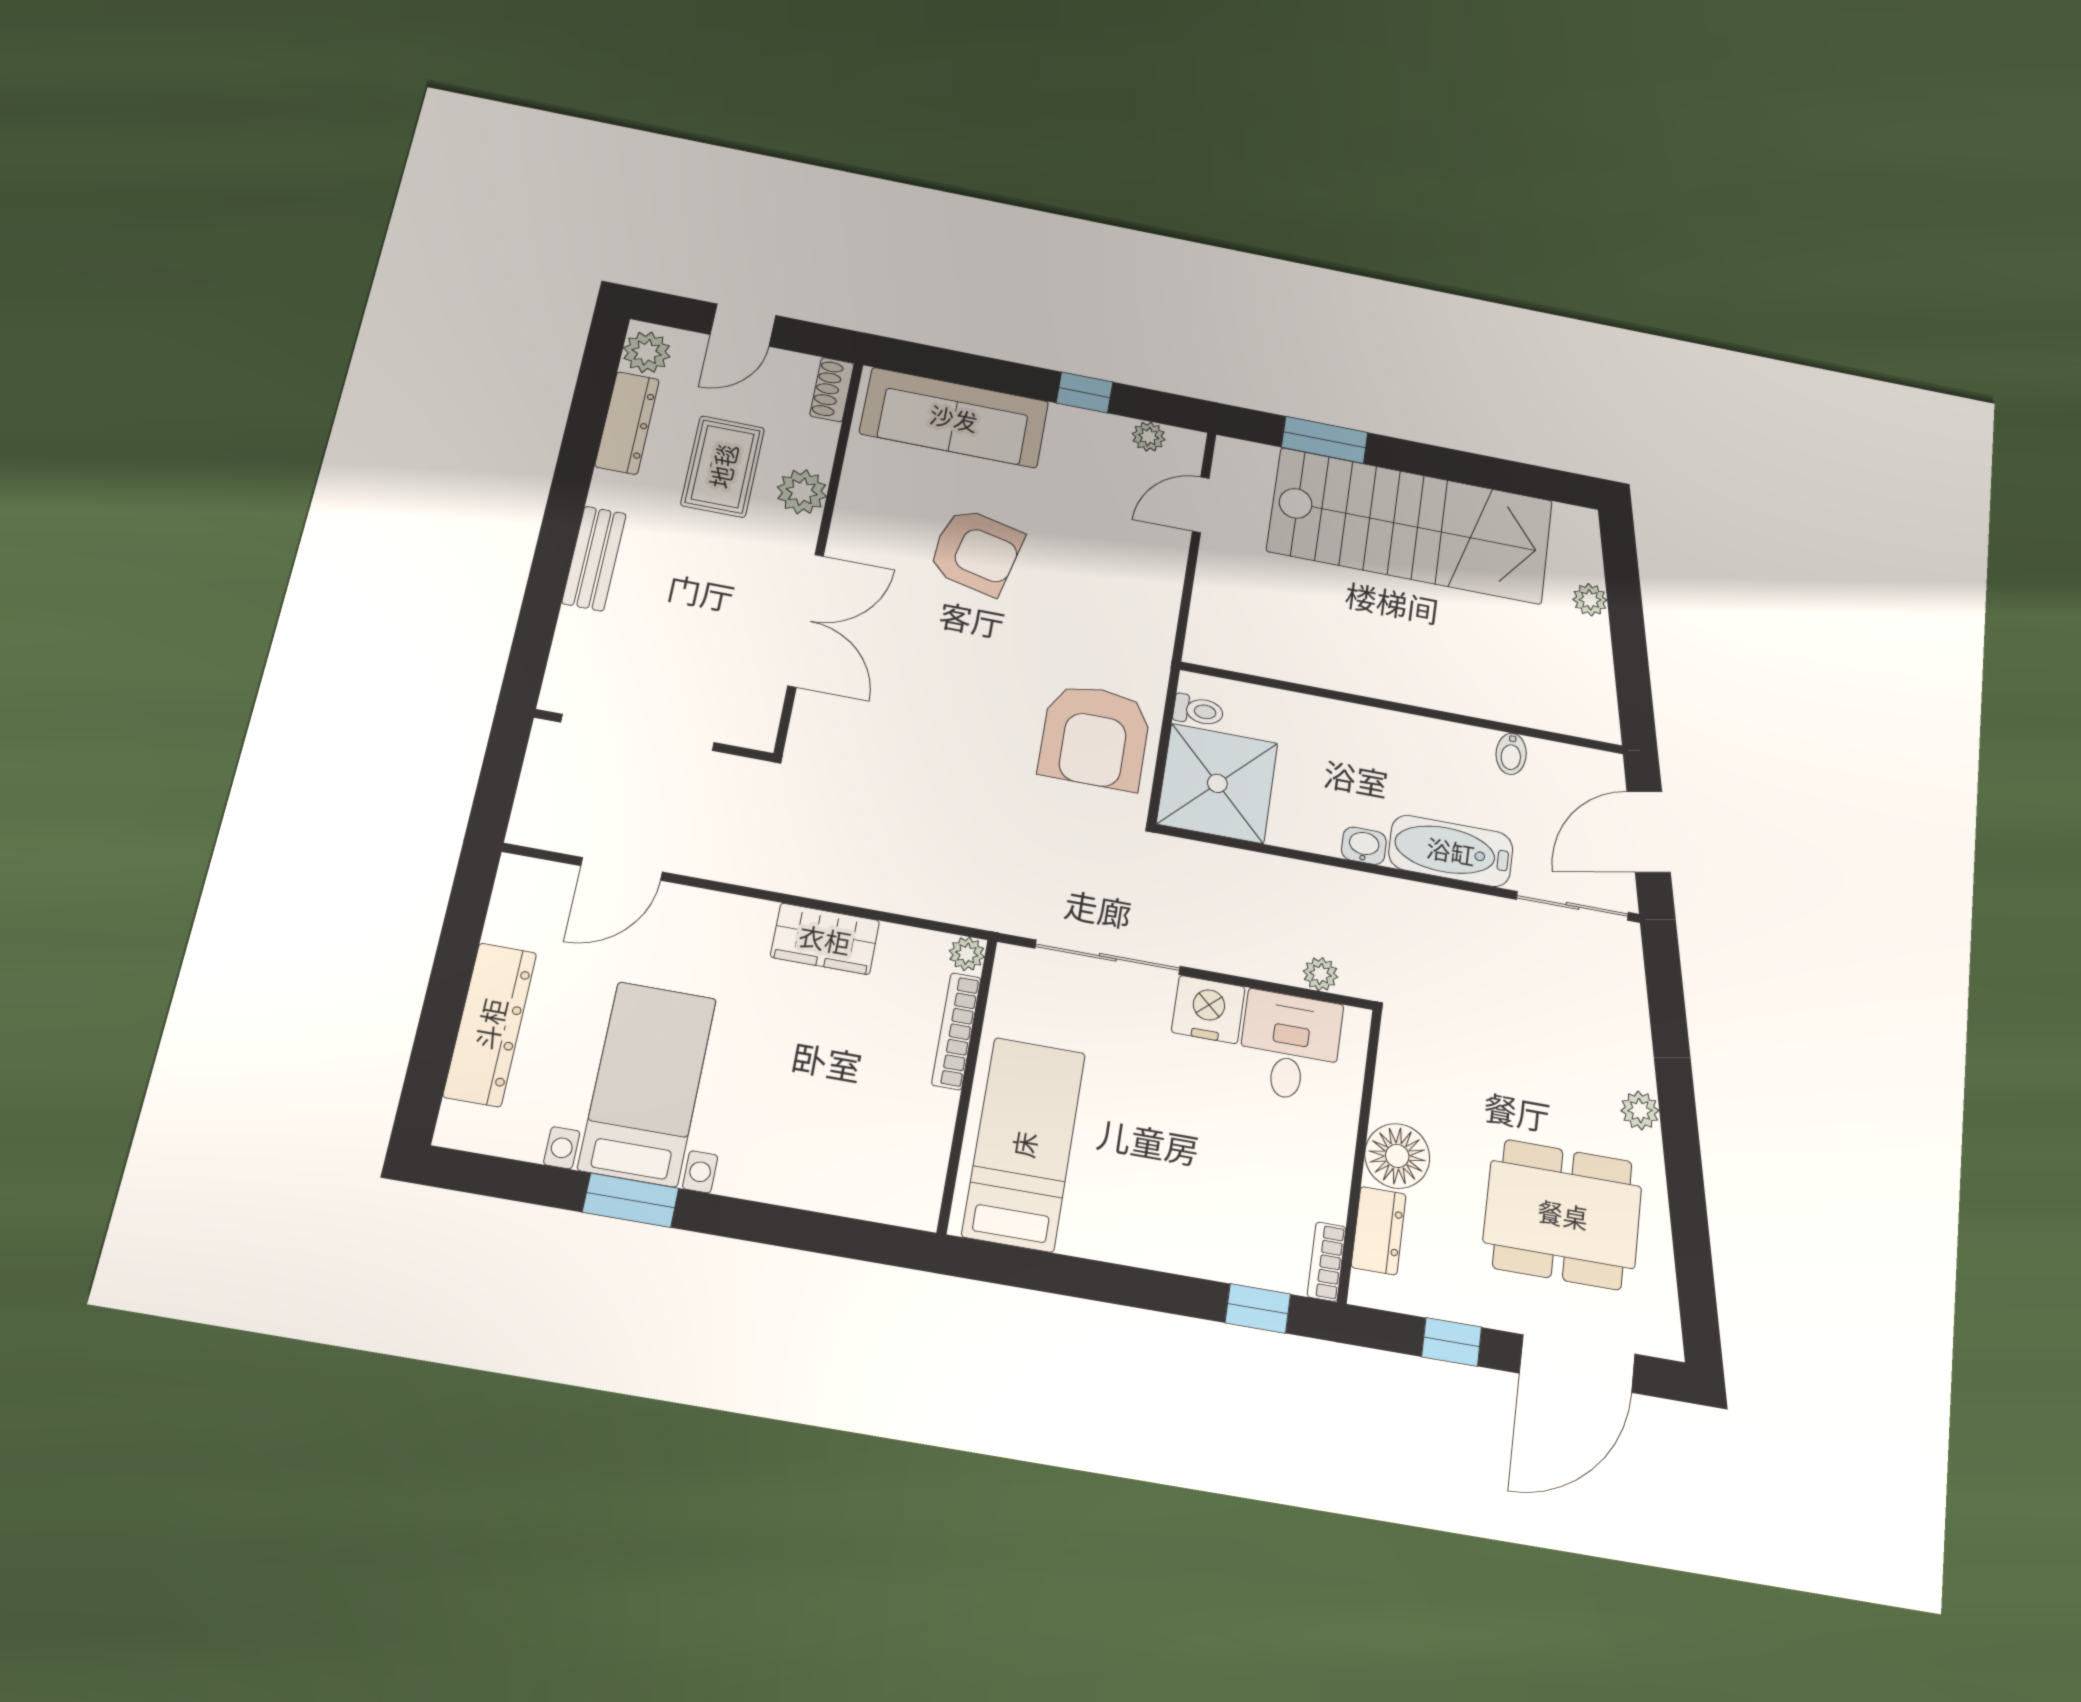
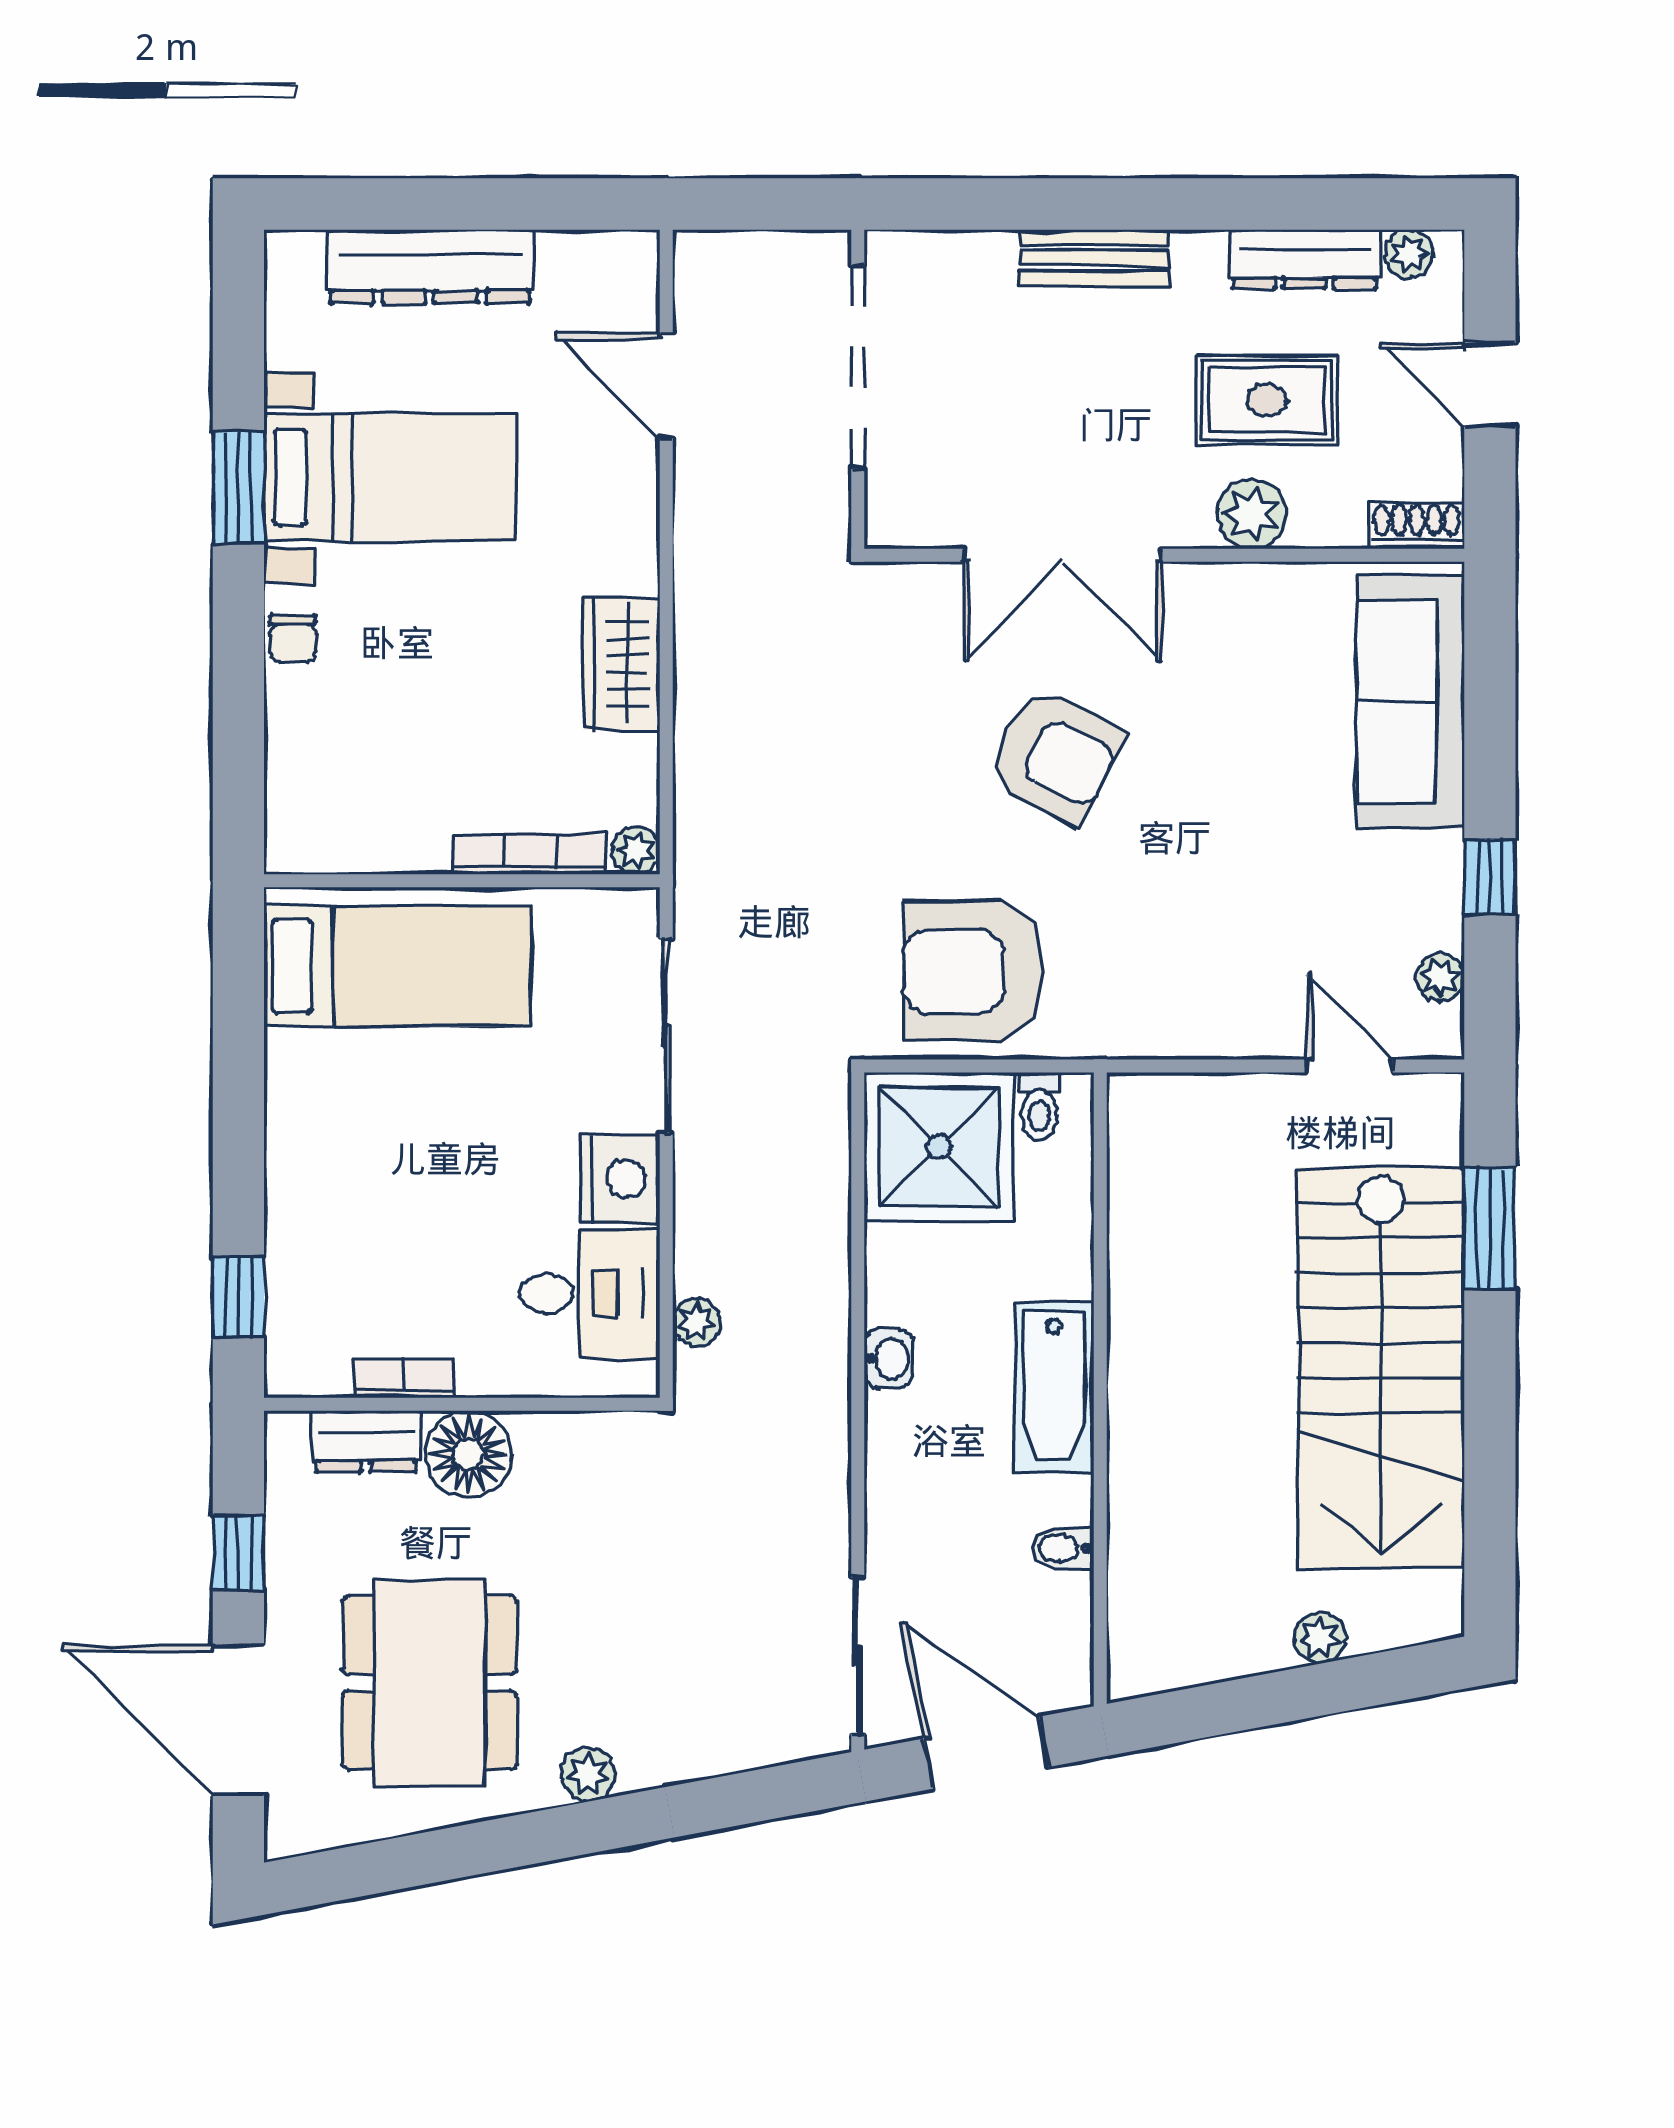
plant: (647, 352) -> (1409, 254), width x0.73, depth x0.73
armchair: (976, 551) -> (1056, 755), moved, turned -75
bathtub: (1451, 851) -> (1054, 1387), moved, turned 180
chair: (757, 1179) -> (293, 638), added
bookcase: (1327, 1262) -> (404, 1378), moved

